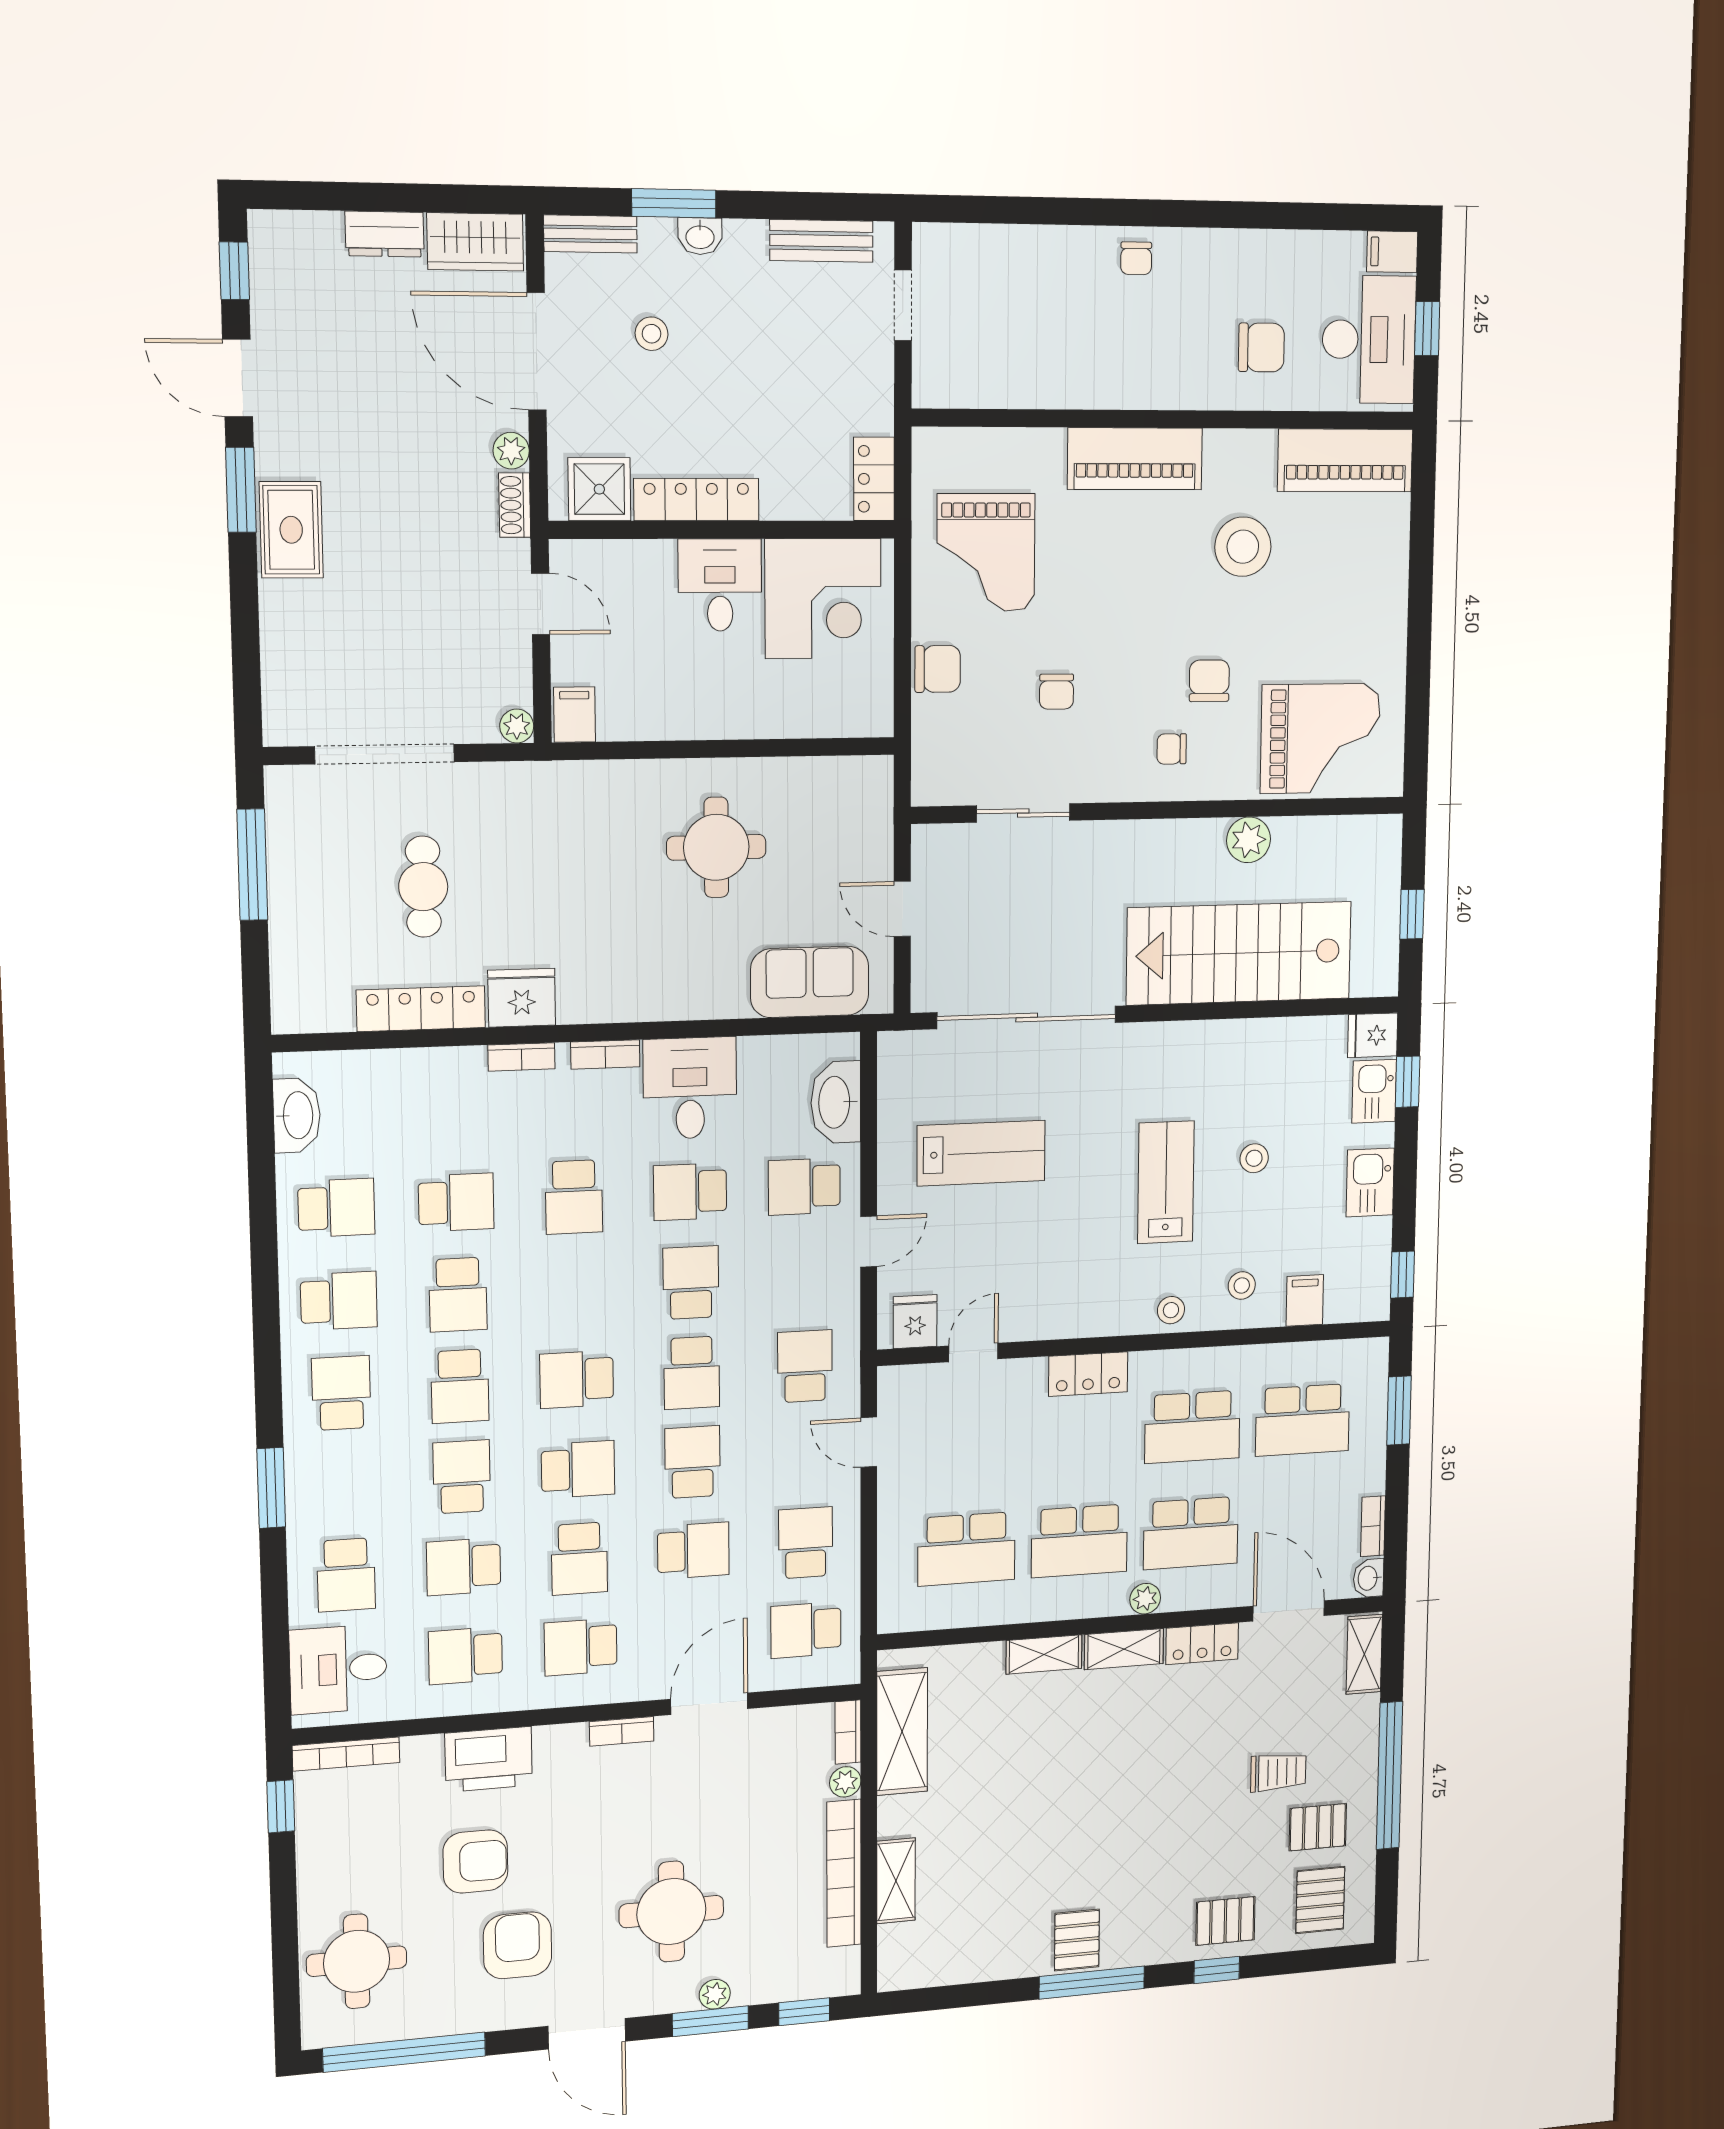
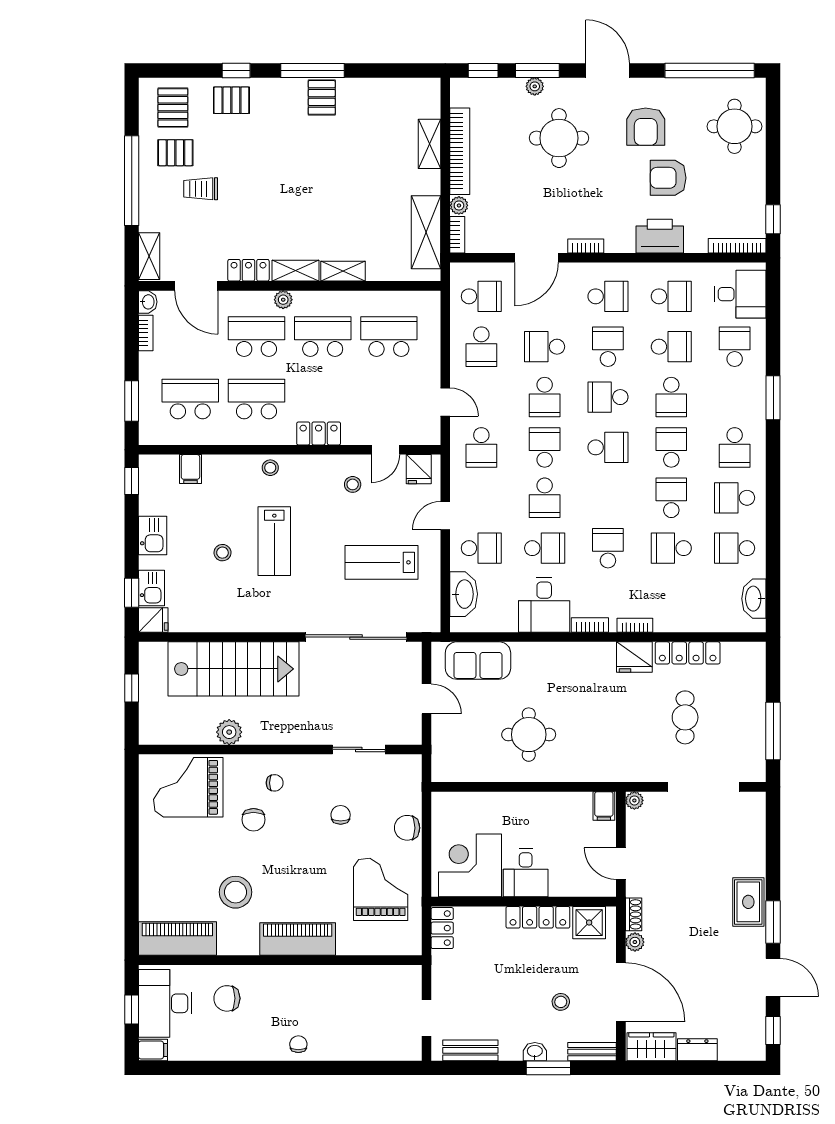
stool: (1242, 1285) -> (353, 484), moved

